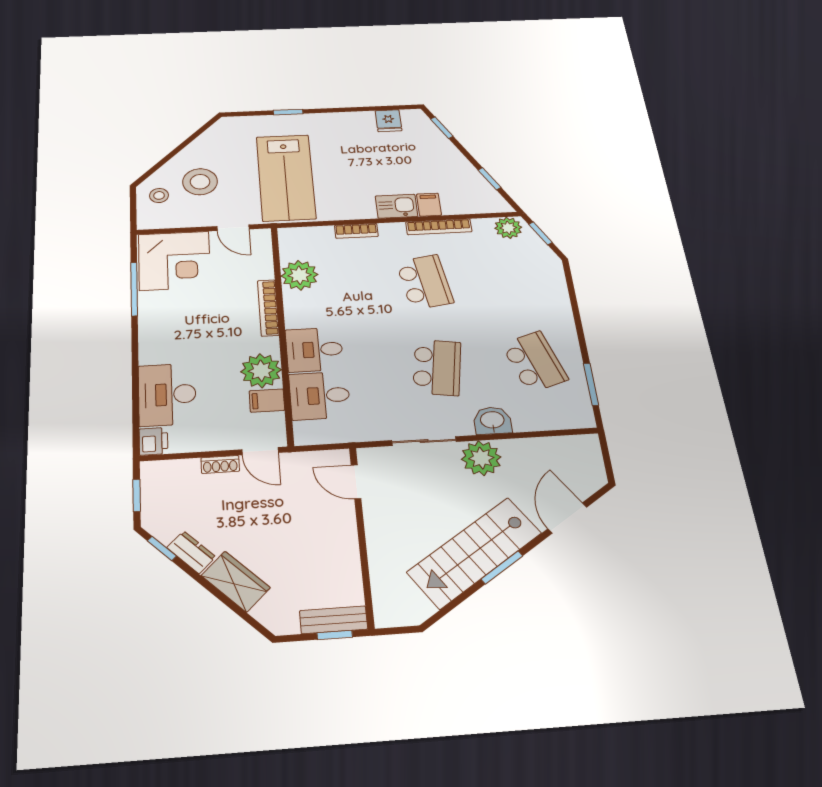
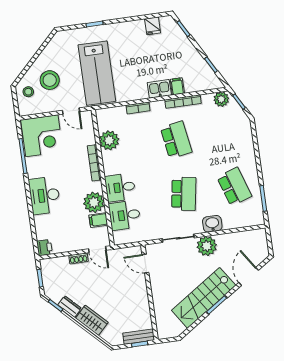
desk: (167, 395) -> (45, 195), moved

